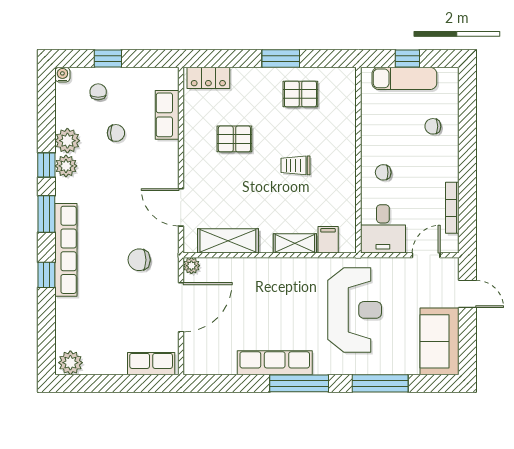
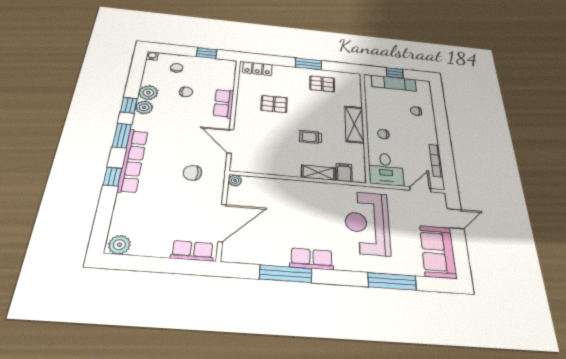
window: (108, 59) -> (207, 53), moved
row of seats: (167, 115) -> (224, 103), moved
trolley: (295, 165) -> (311, 137), moved
shelving: (228, 241) -> (354, 124), moved, turned 90
door: (467, 294) -> (456, 219), hinge flipped
door: (181, 307) -> (222, 223), moved
reception desk: (355, 310) -> (367, 223), turned 180
row of seats: (275, 363) -> (312, 259), width x0.68
window: (299, 383) -> (286, 274), moved

